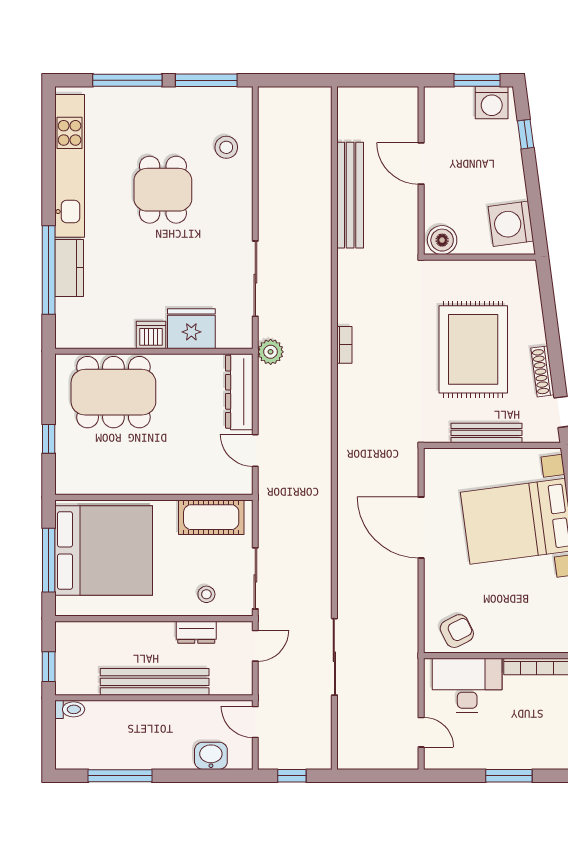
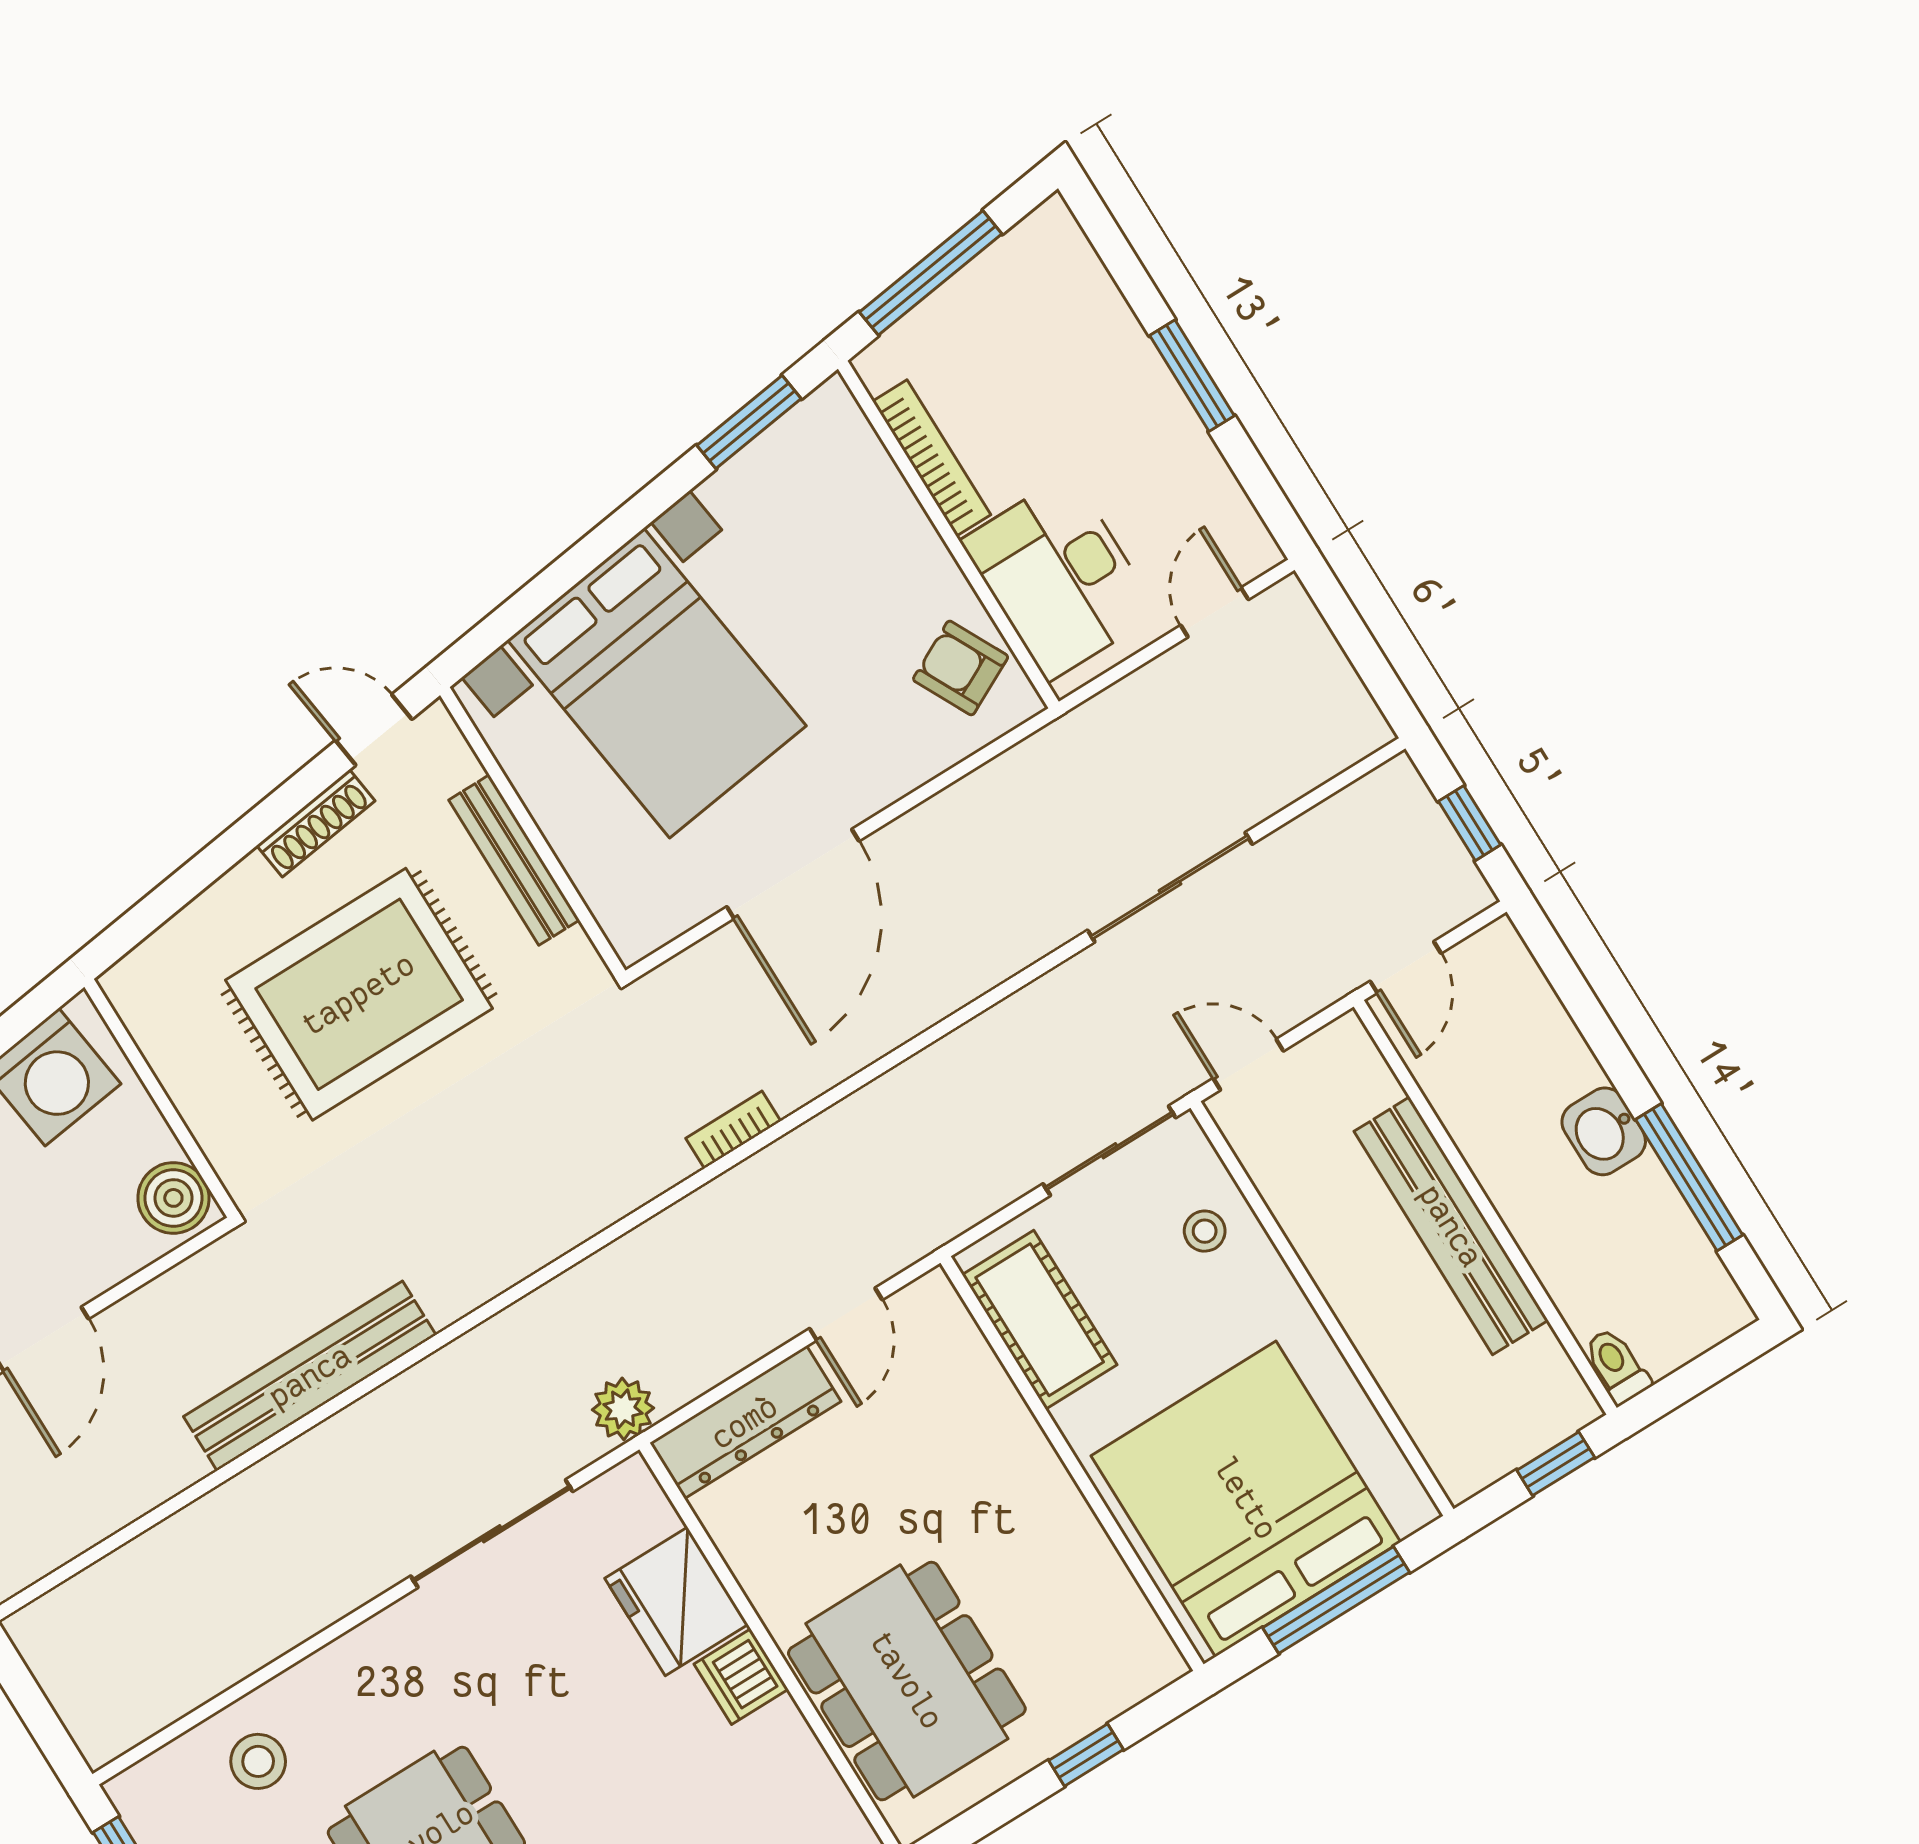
bench: (350, 195) -> (310, 1376), moved
bookcase: (344, 345) -> (733, 1130), moved
dresser: (196, 632) -> (1296, 1204), removed
washbasin: (211, 756) -> (1604, 1131), moved

